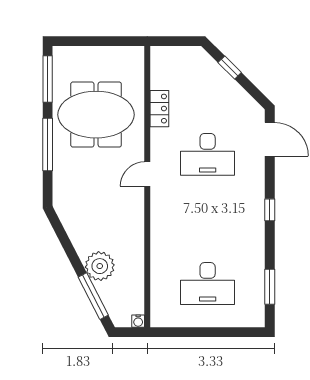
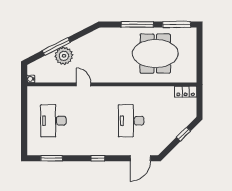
locker: (159, 109) -> (186, 92), moved
meeting table: (96, 115) -> (155, 54), turned 90
door: (147, 174) -> (84, 84), moved
window: (93, 296) -> (56, 46), moved

